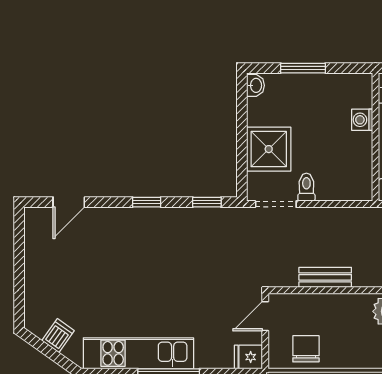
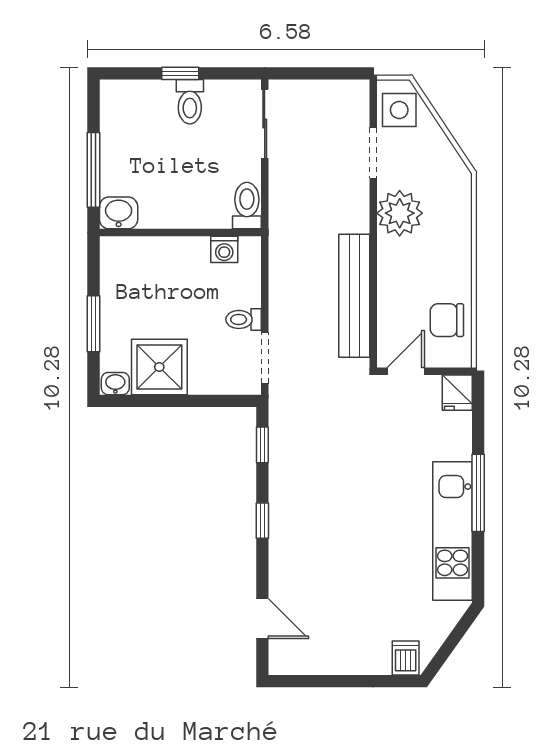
washing machine: (362, 120) -> (224, 249), moved
shower: (269, 149) -> (159, 367), moved
bench: (325, 277) -> (354, 296), width x1.86, depth x1.21
door: (265, 316) -> (406, 371), swing flipped
dishwasher: (58, 336) -> (406, 658), moved, turned 55

